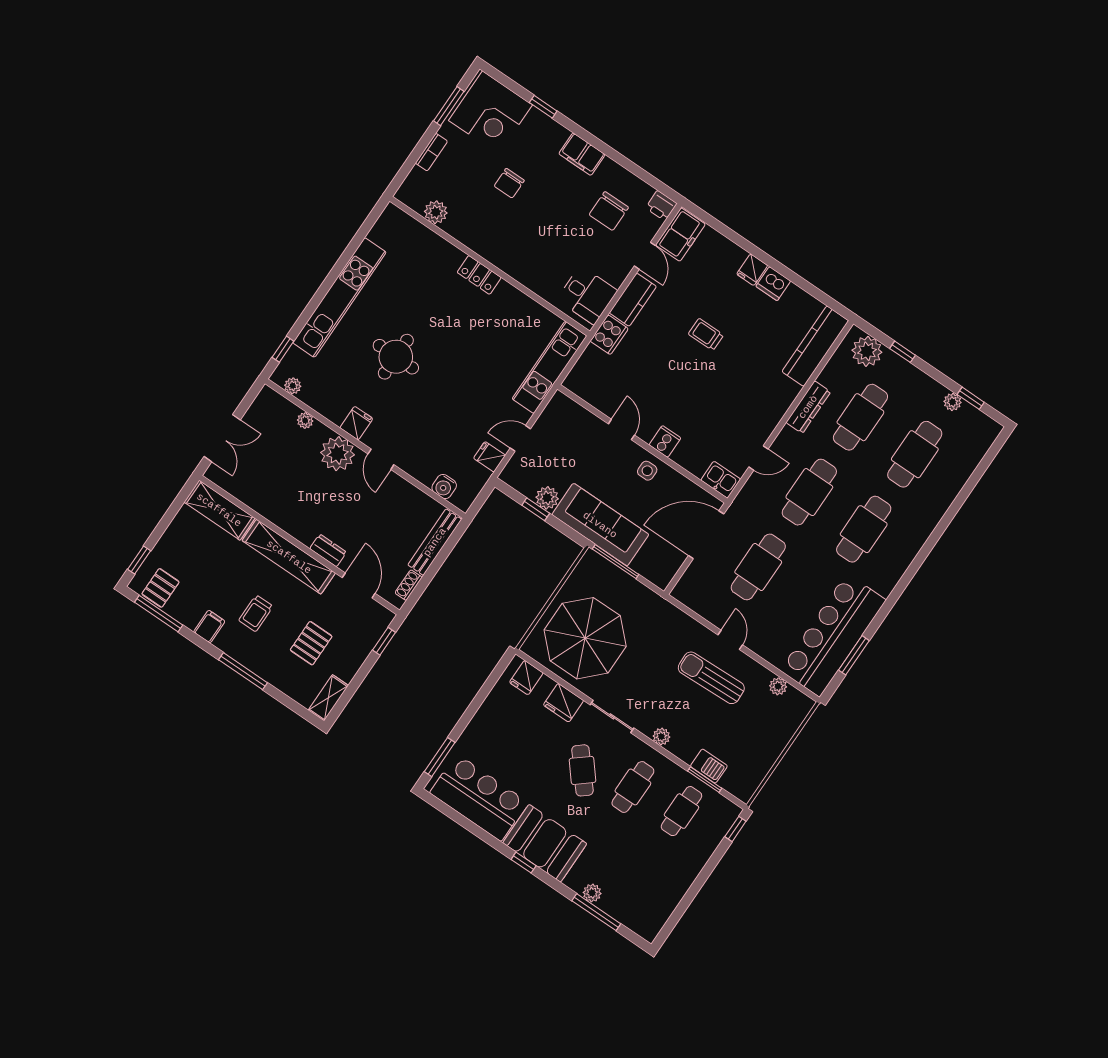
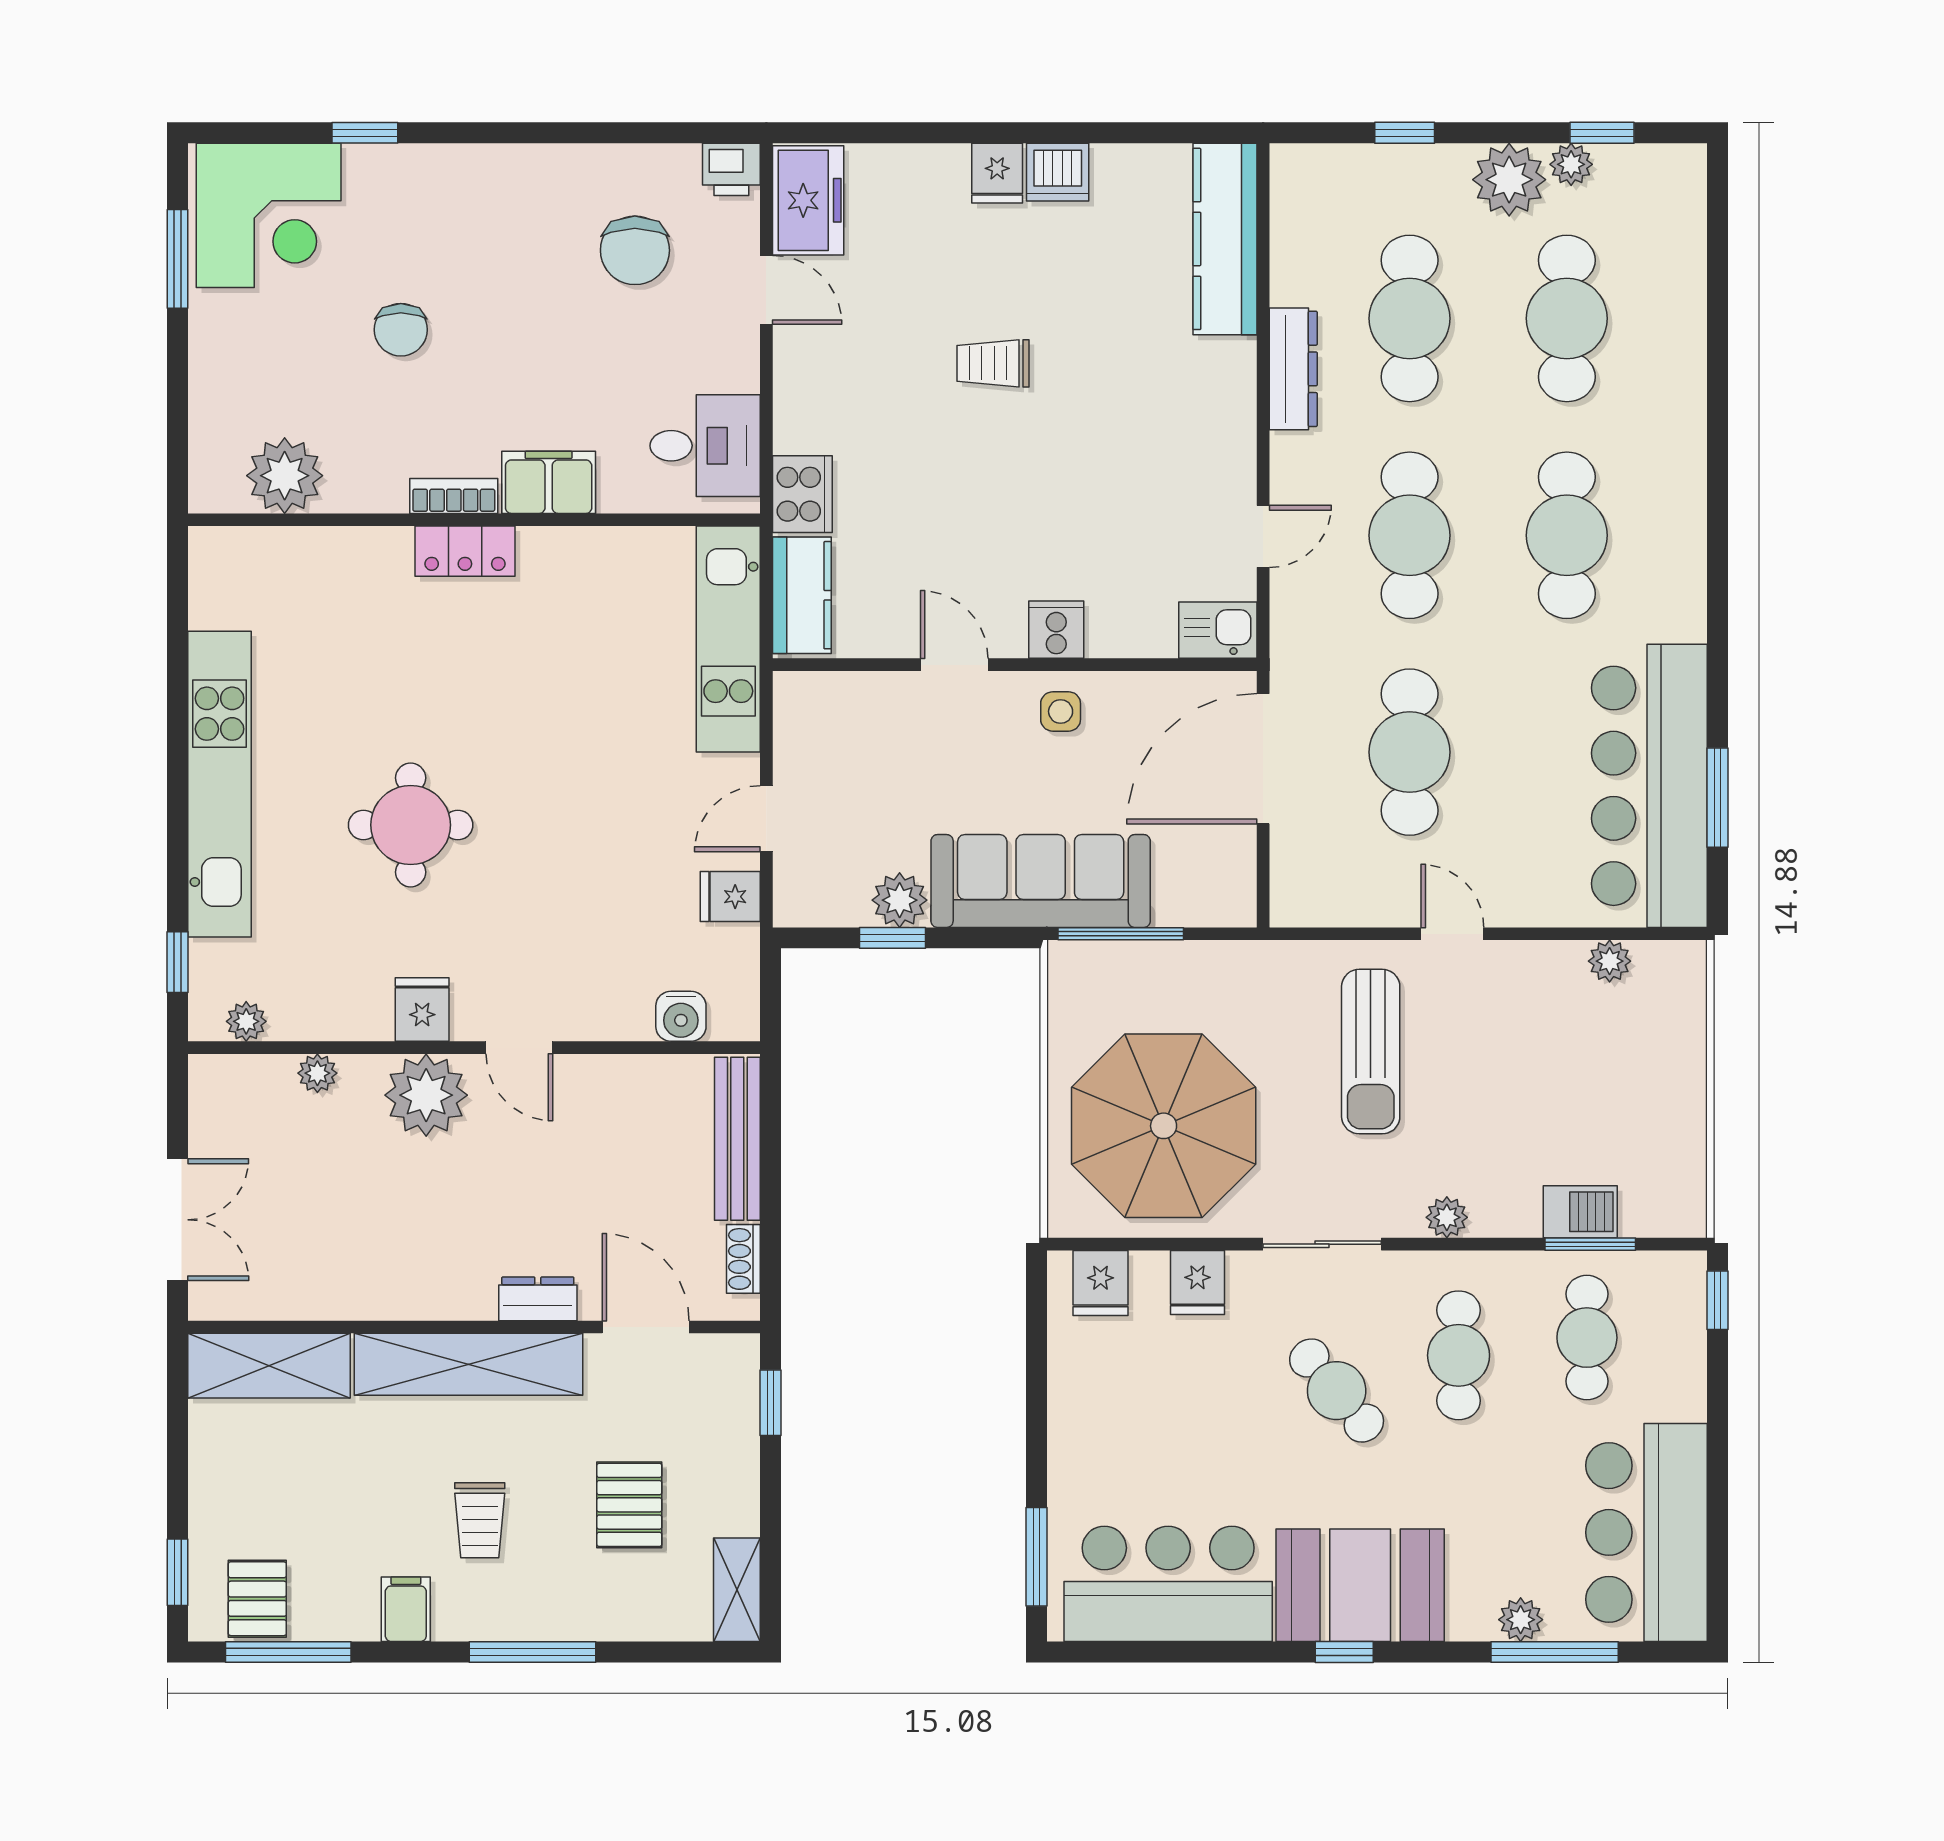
bookcase: (431, 152) -> (454, 496), moved, turned -90
filing cabinet: (582, 154) -> (549, 482), moved, turned 180
plant: (436, 212) -> (285, 476), width x1.36, depth x1.36
kitchen counter: (633, 300) -> (802, 595), moved
plant: (867, 351) -> (1509, 180), moved
sun lounger: (711, 678) -> (1371, 1052), moved, turned -88
fridge: (563, 703) -> (1197, 1282), width x0.72
bar counter: (656, 892) -> (1646, 1532), added

